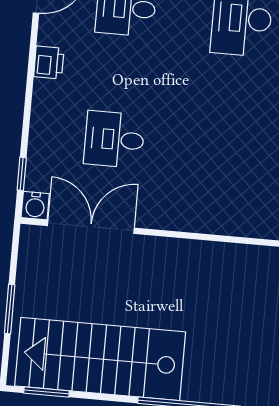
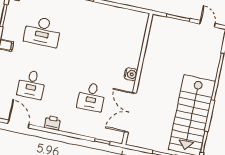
water cooler: (35, 206) -> (131, 74), moved

